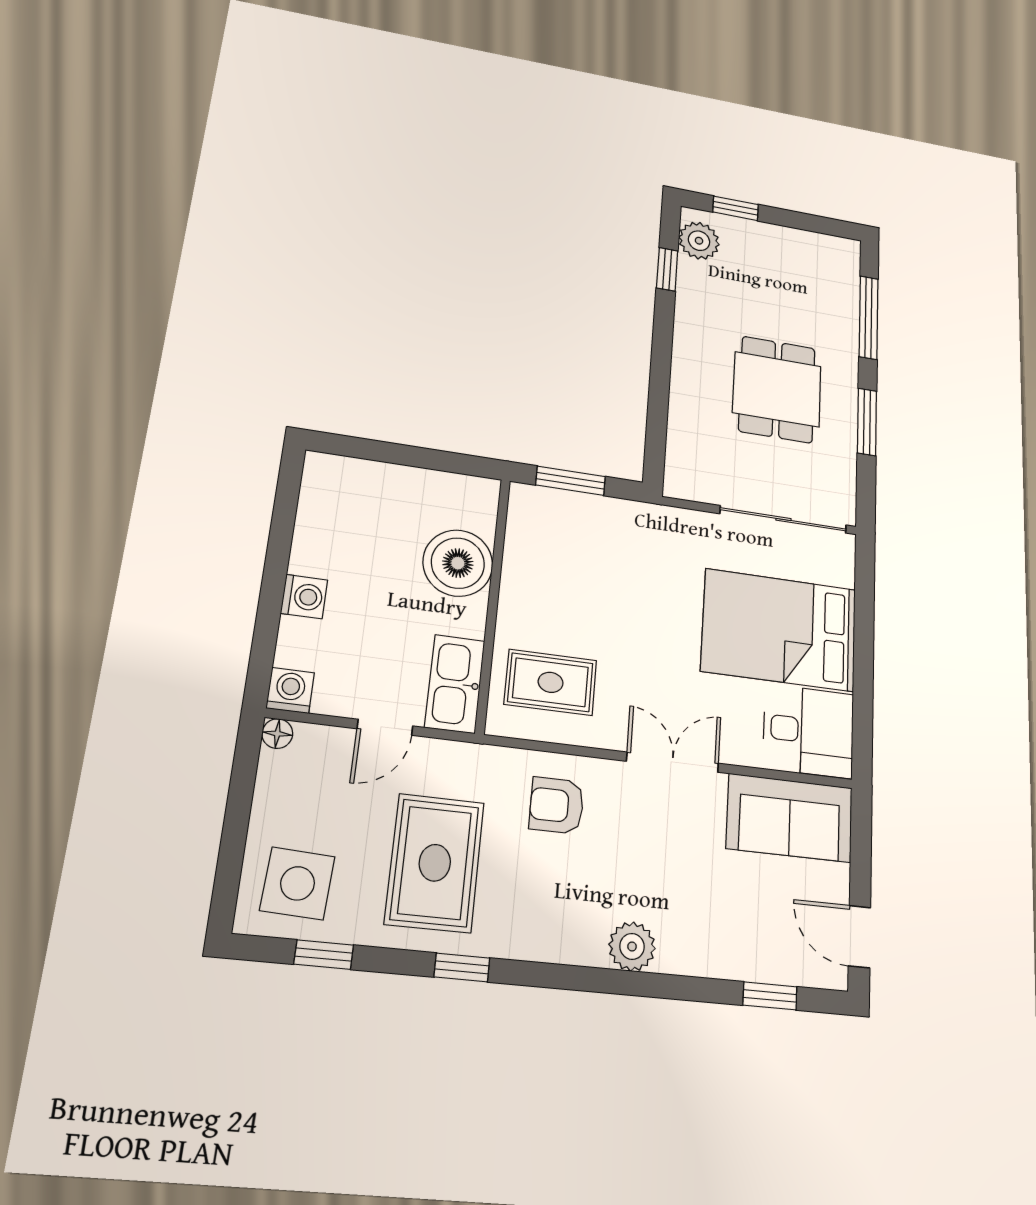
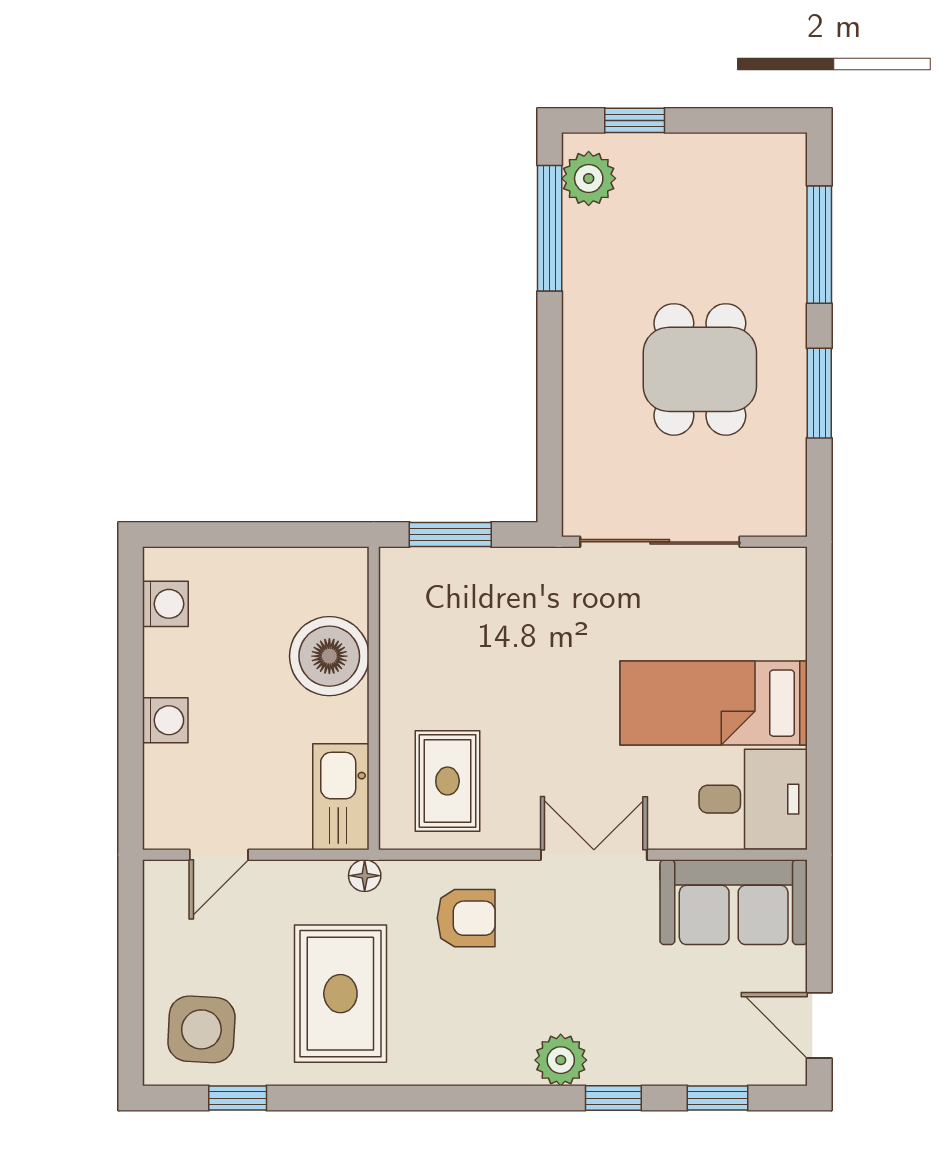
window: (667, 269) -> (550, 228), width x2.17
sliding door: (783, 519) -> (660, 542), moved
bed: (779, 630) -> (714, 703), width x0.67
rug: (551, 682) -> (447, 781), turned 90
washing machine: (290, 690) -> (165, 604), moved, turned 90
door: (385, 727) -> (219, 855), moved
floor lamp: (277, 734) -> (365, 876), moved
armchair: (557, 805) -> (466, 918), turned 180
window: (462, 967) -> (613, 1098), moved

